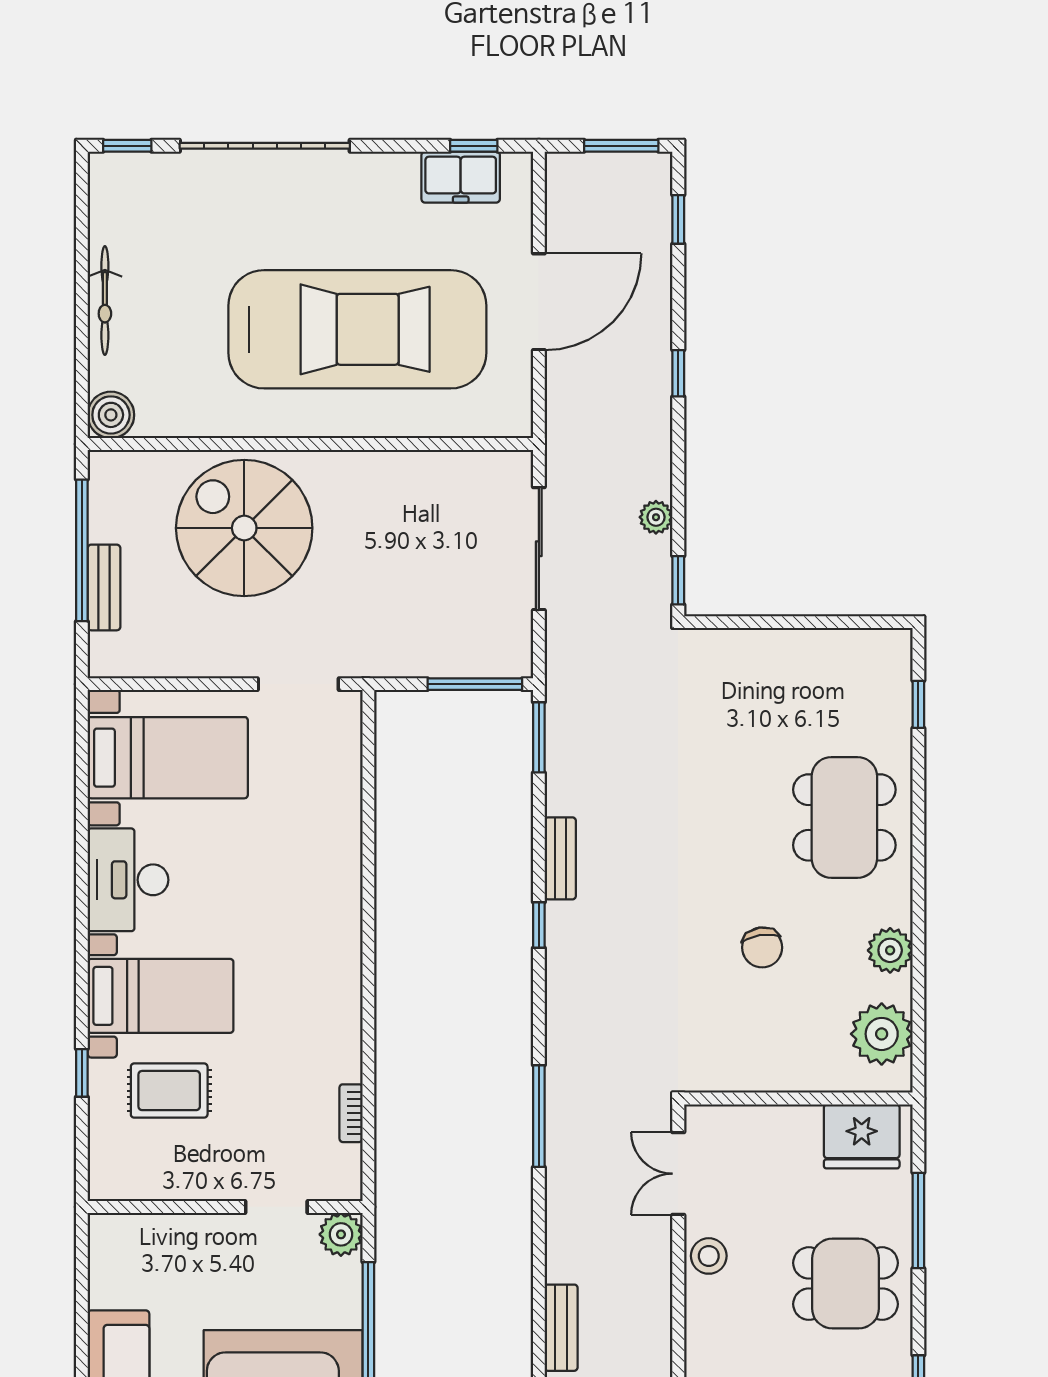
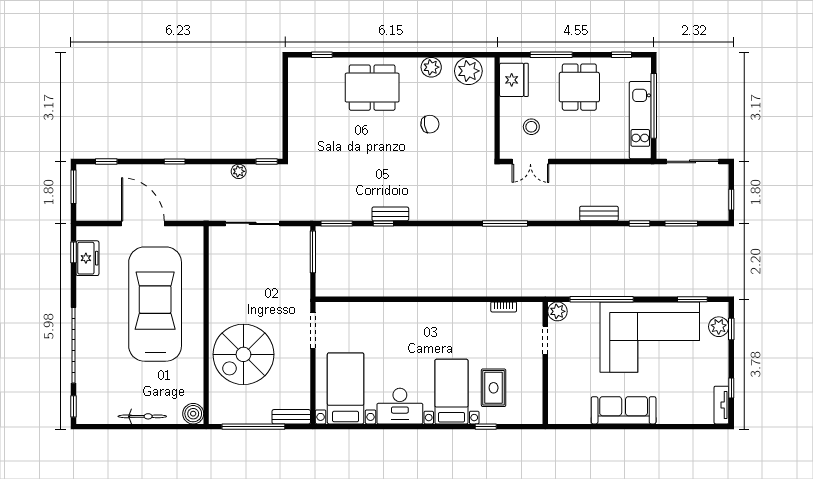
bench: (104, 587) -> (291, 417), moved
window: (539, 925) -> (383, 223), moved
stool: (709, 1256) -> (531, 127), moved

